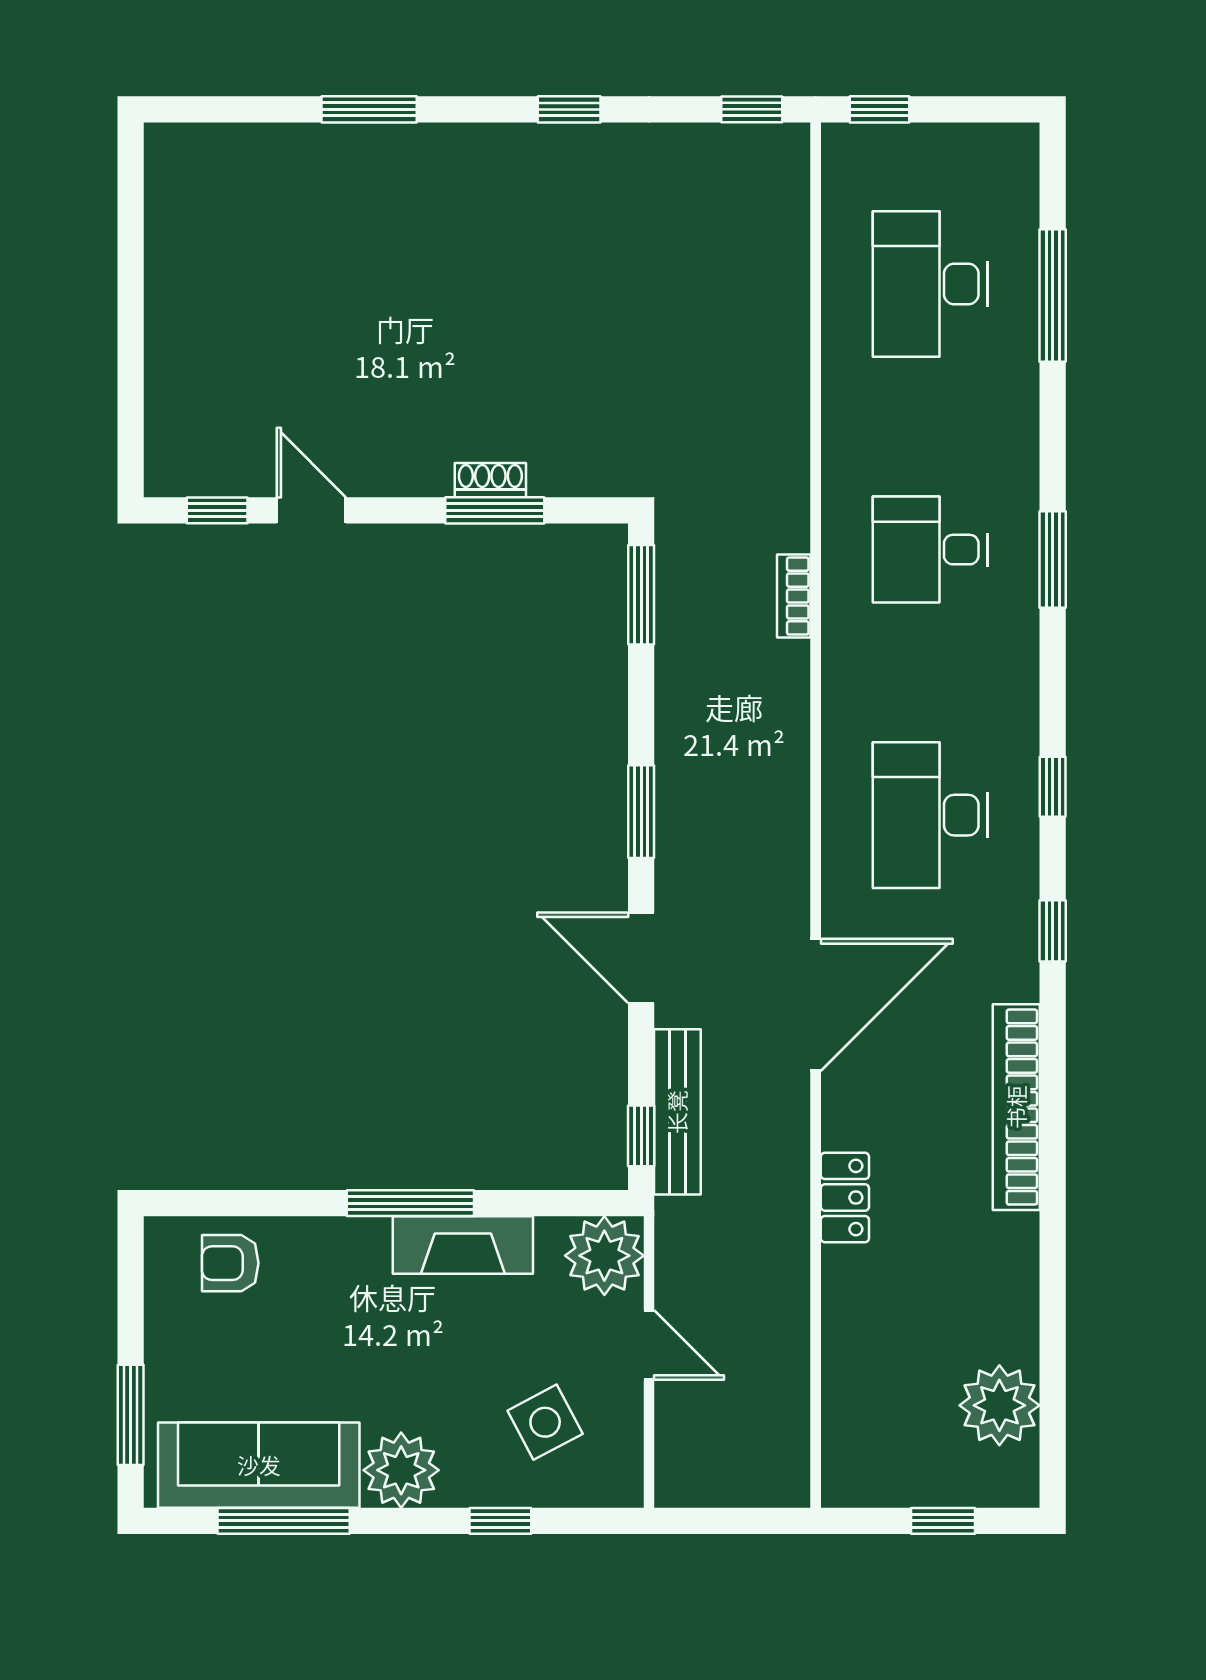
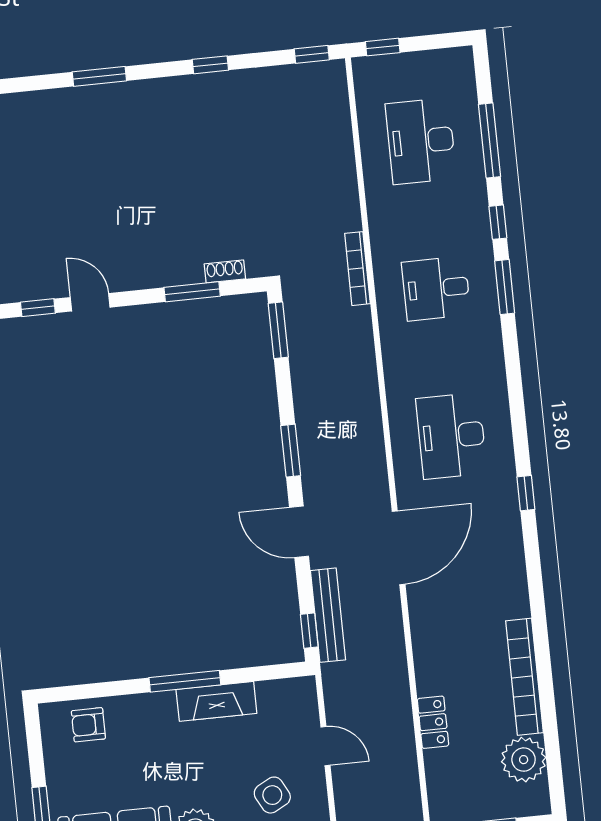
shoe rack: (490, 480) -> (225, 271), moved
bookcase: (794, 596) -> (357, 269), moved, width x1.56
window: (1053, 787) -> (498, 222), moved
bookcase: (1016, 1107) -> (524, 677), moved
locker: (845, 1198) -> (433, 722), moved
plant: (604, 1256) -> (296, 699), removed

